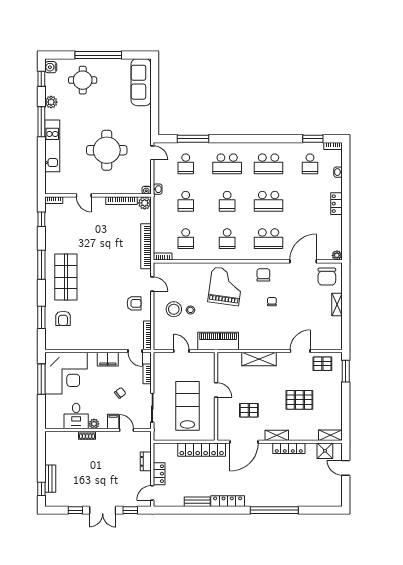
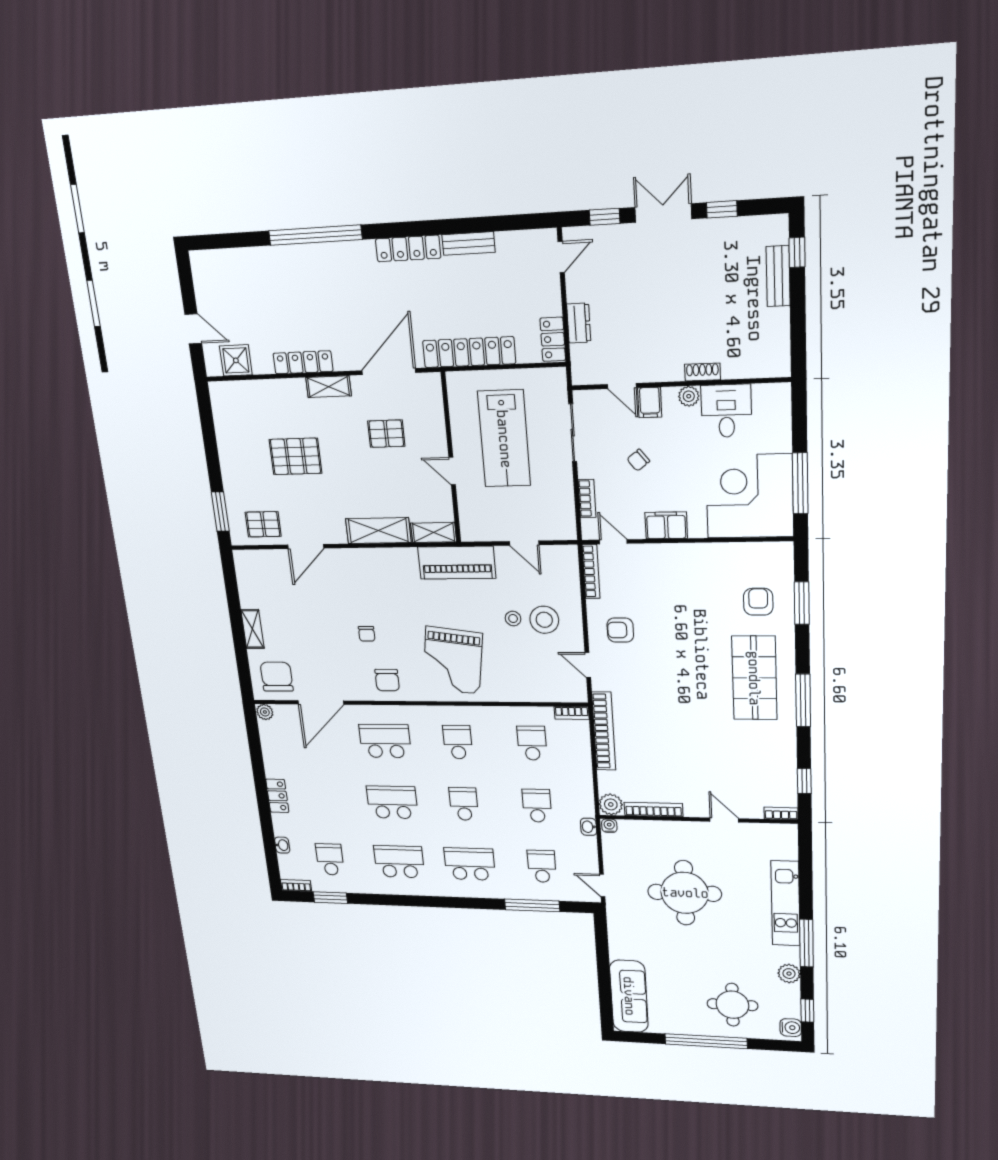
shelving: (330, 435) -> (434, 532), moved
locker: (159, 474) -> (553, 339), moved

